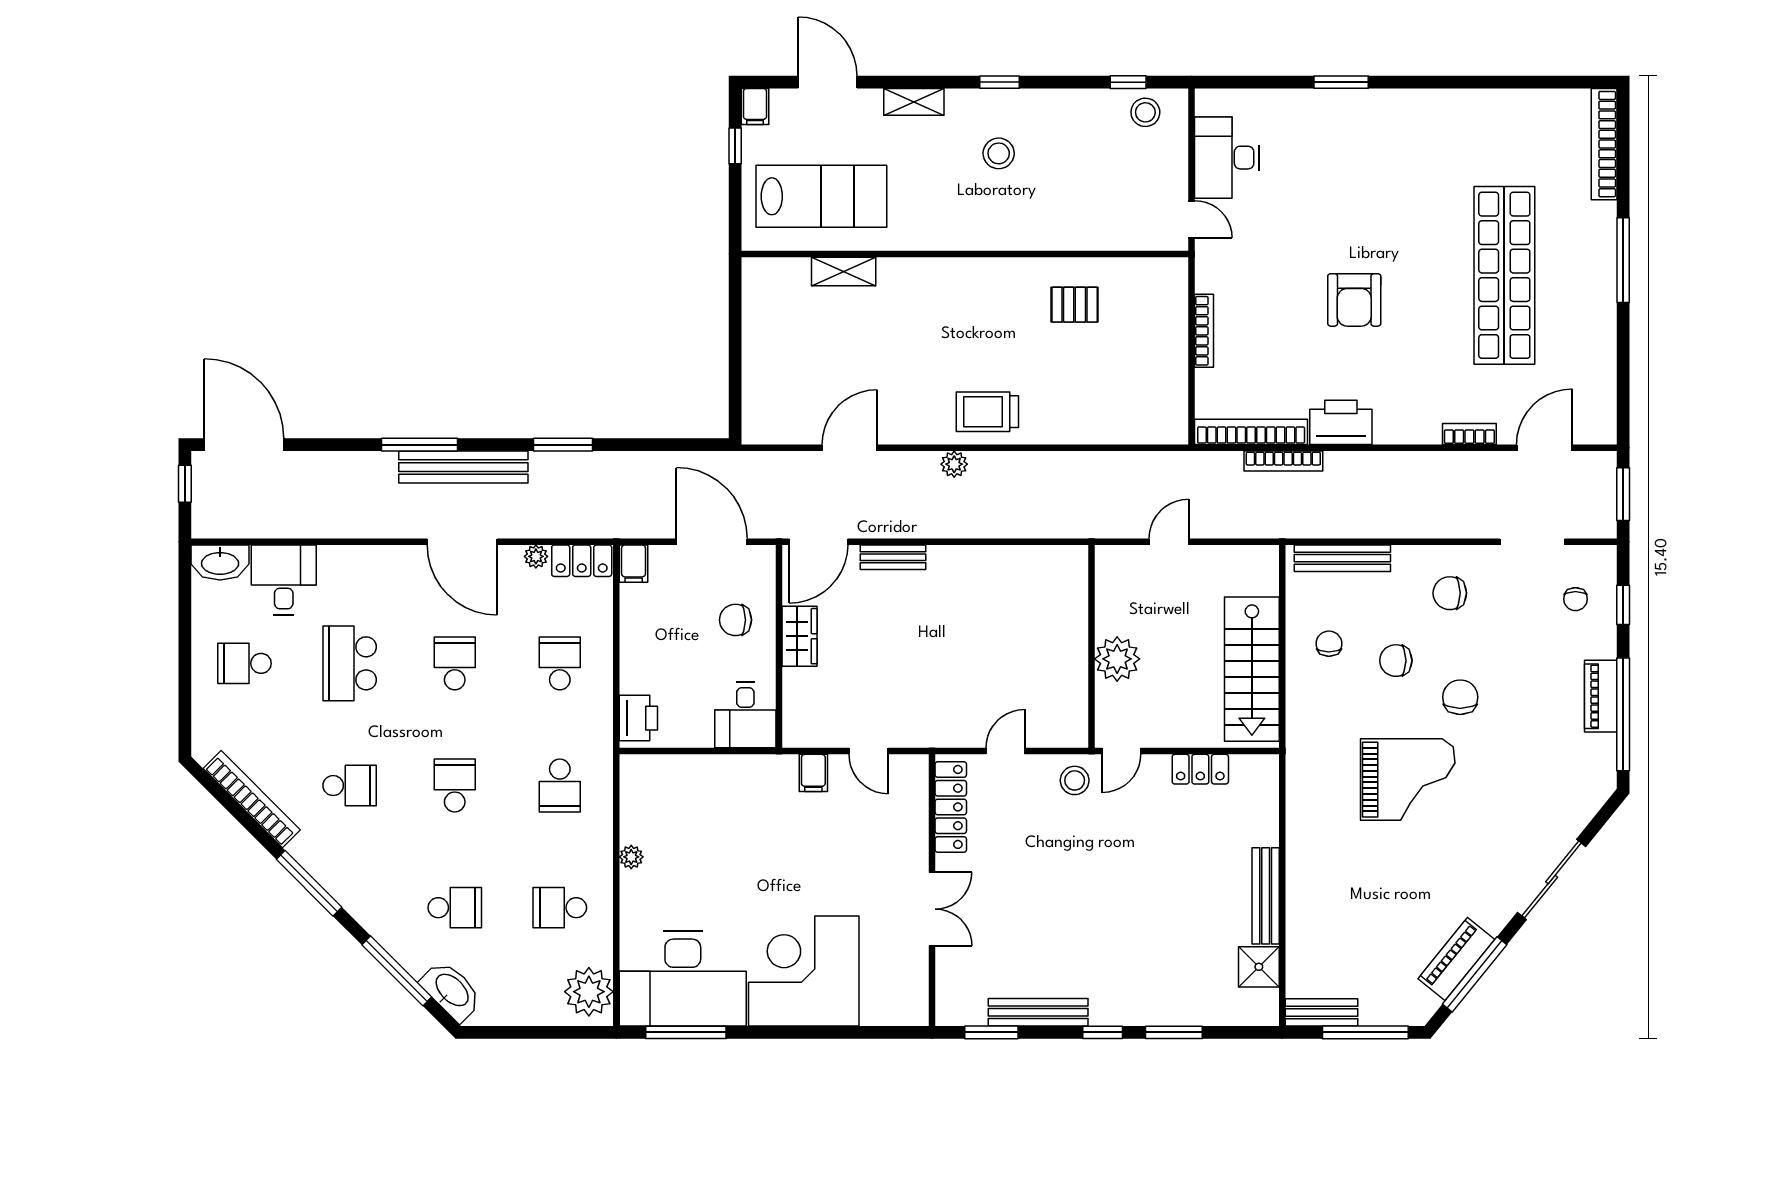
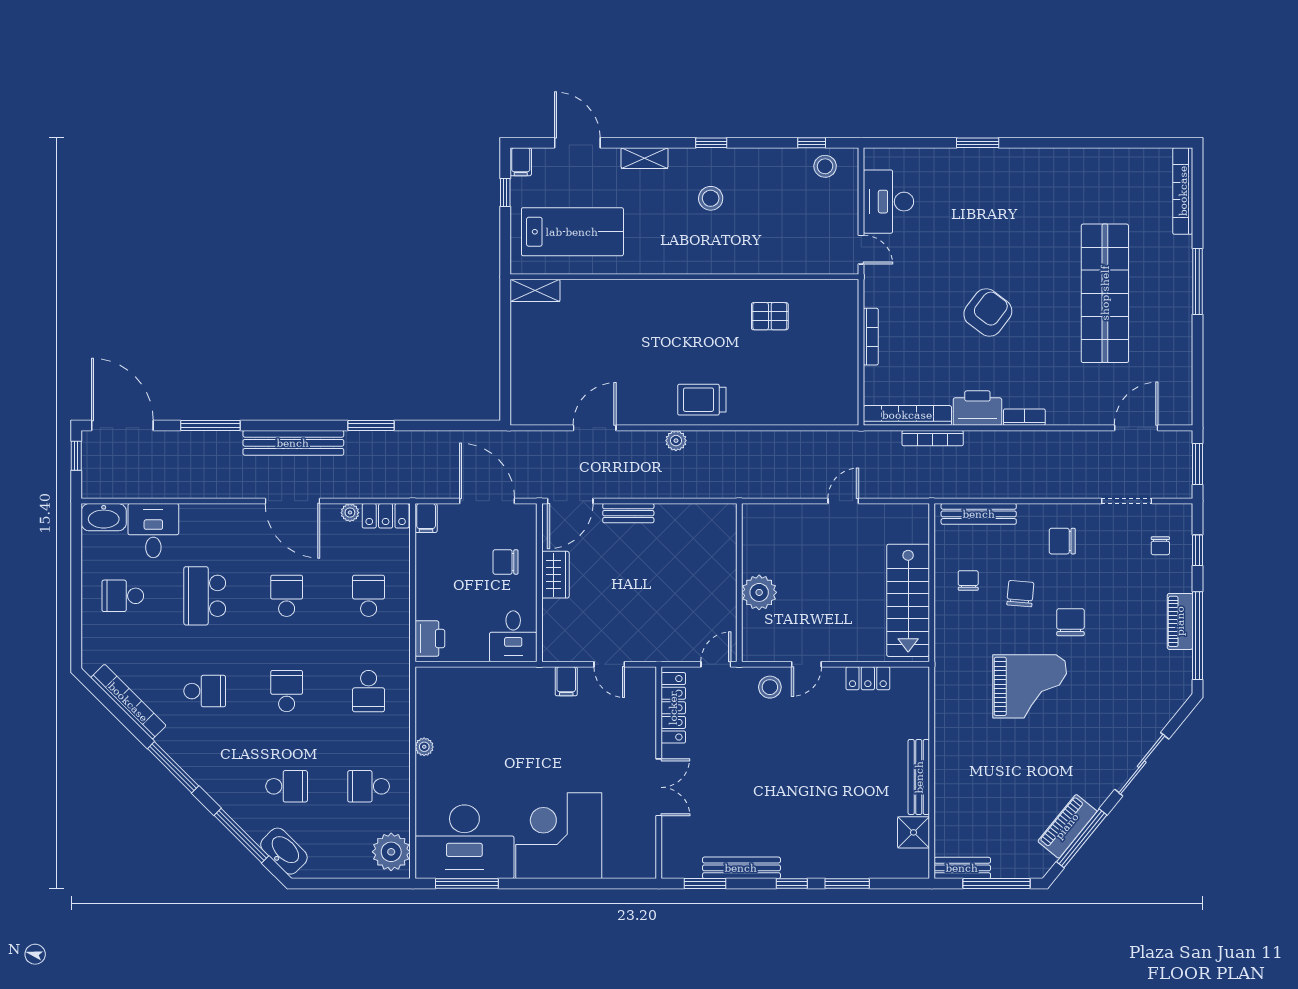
shelving: (844, 272) -> (535, 290), moved
armchair: (1354, 300) -> (988, 312), turned -143
bookcase: (1469, 434) -> (1024, 417), moved
window: (420, 445) -> (210, 425), moved
wall: (1092, 646) -> (739, 583), moved
plant: (1117, 659) -> (759, 592), moved
chair: (1396, 661) -> (1020, 594), turned 95

